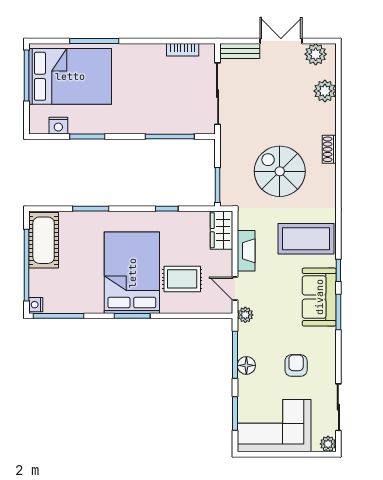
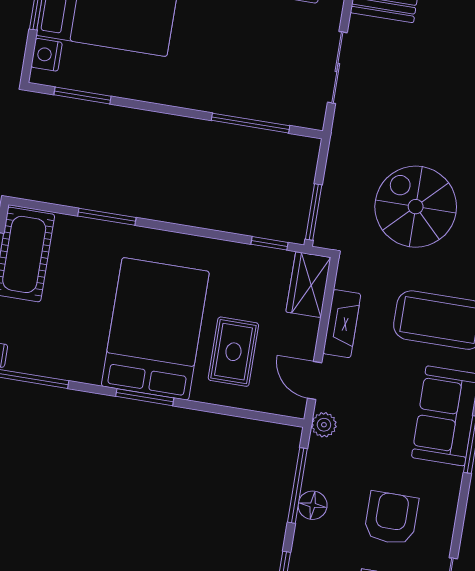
sliding door: (218, 94) -> (337, 67), width x0.73
nightstand: (58, 126) -> (47, 55), moved, turned 90
window: (87, 137) -> (82, 96), moved
window: (167, 209) -> (269, 243), moved
rug: (182, 279) -> (233, 352), turned 90
armchair: (296, 365) -> (391, 518), width x1.38, depth x1.38

